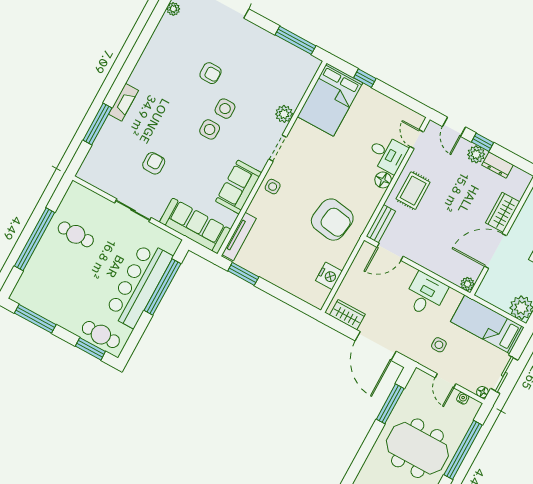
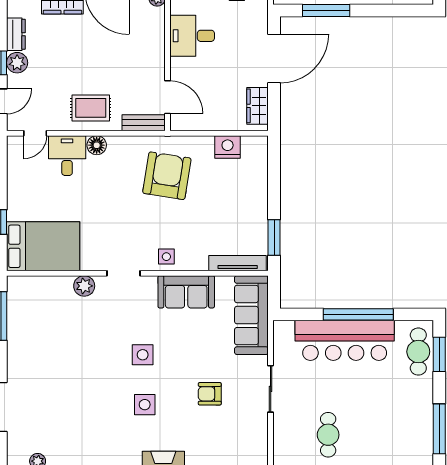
armchair: (210, 73) -> (83, 386), removed
side table: (225, 109) -> (145, 405), moved
window: (162, 287) -> (358, 314), moved

